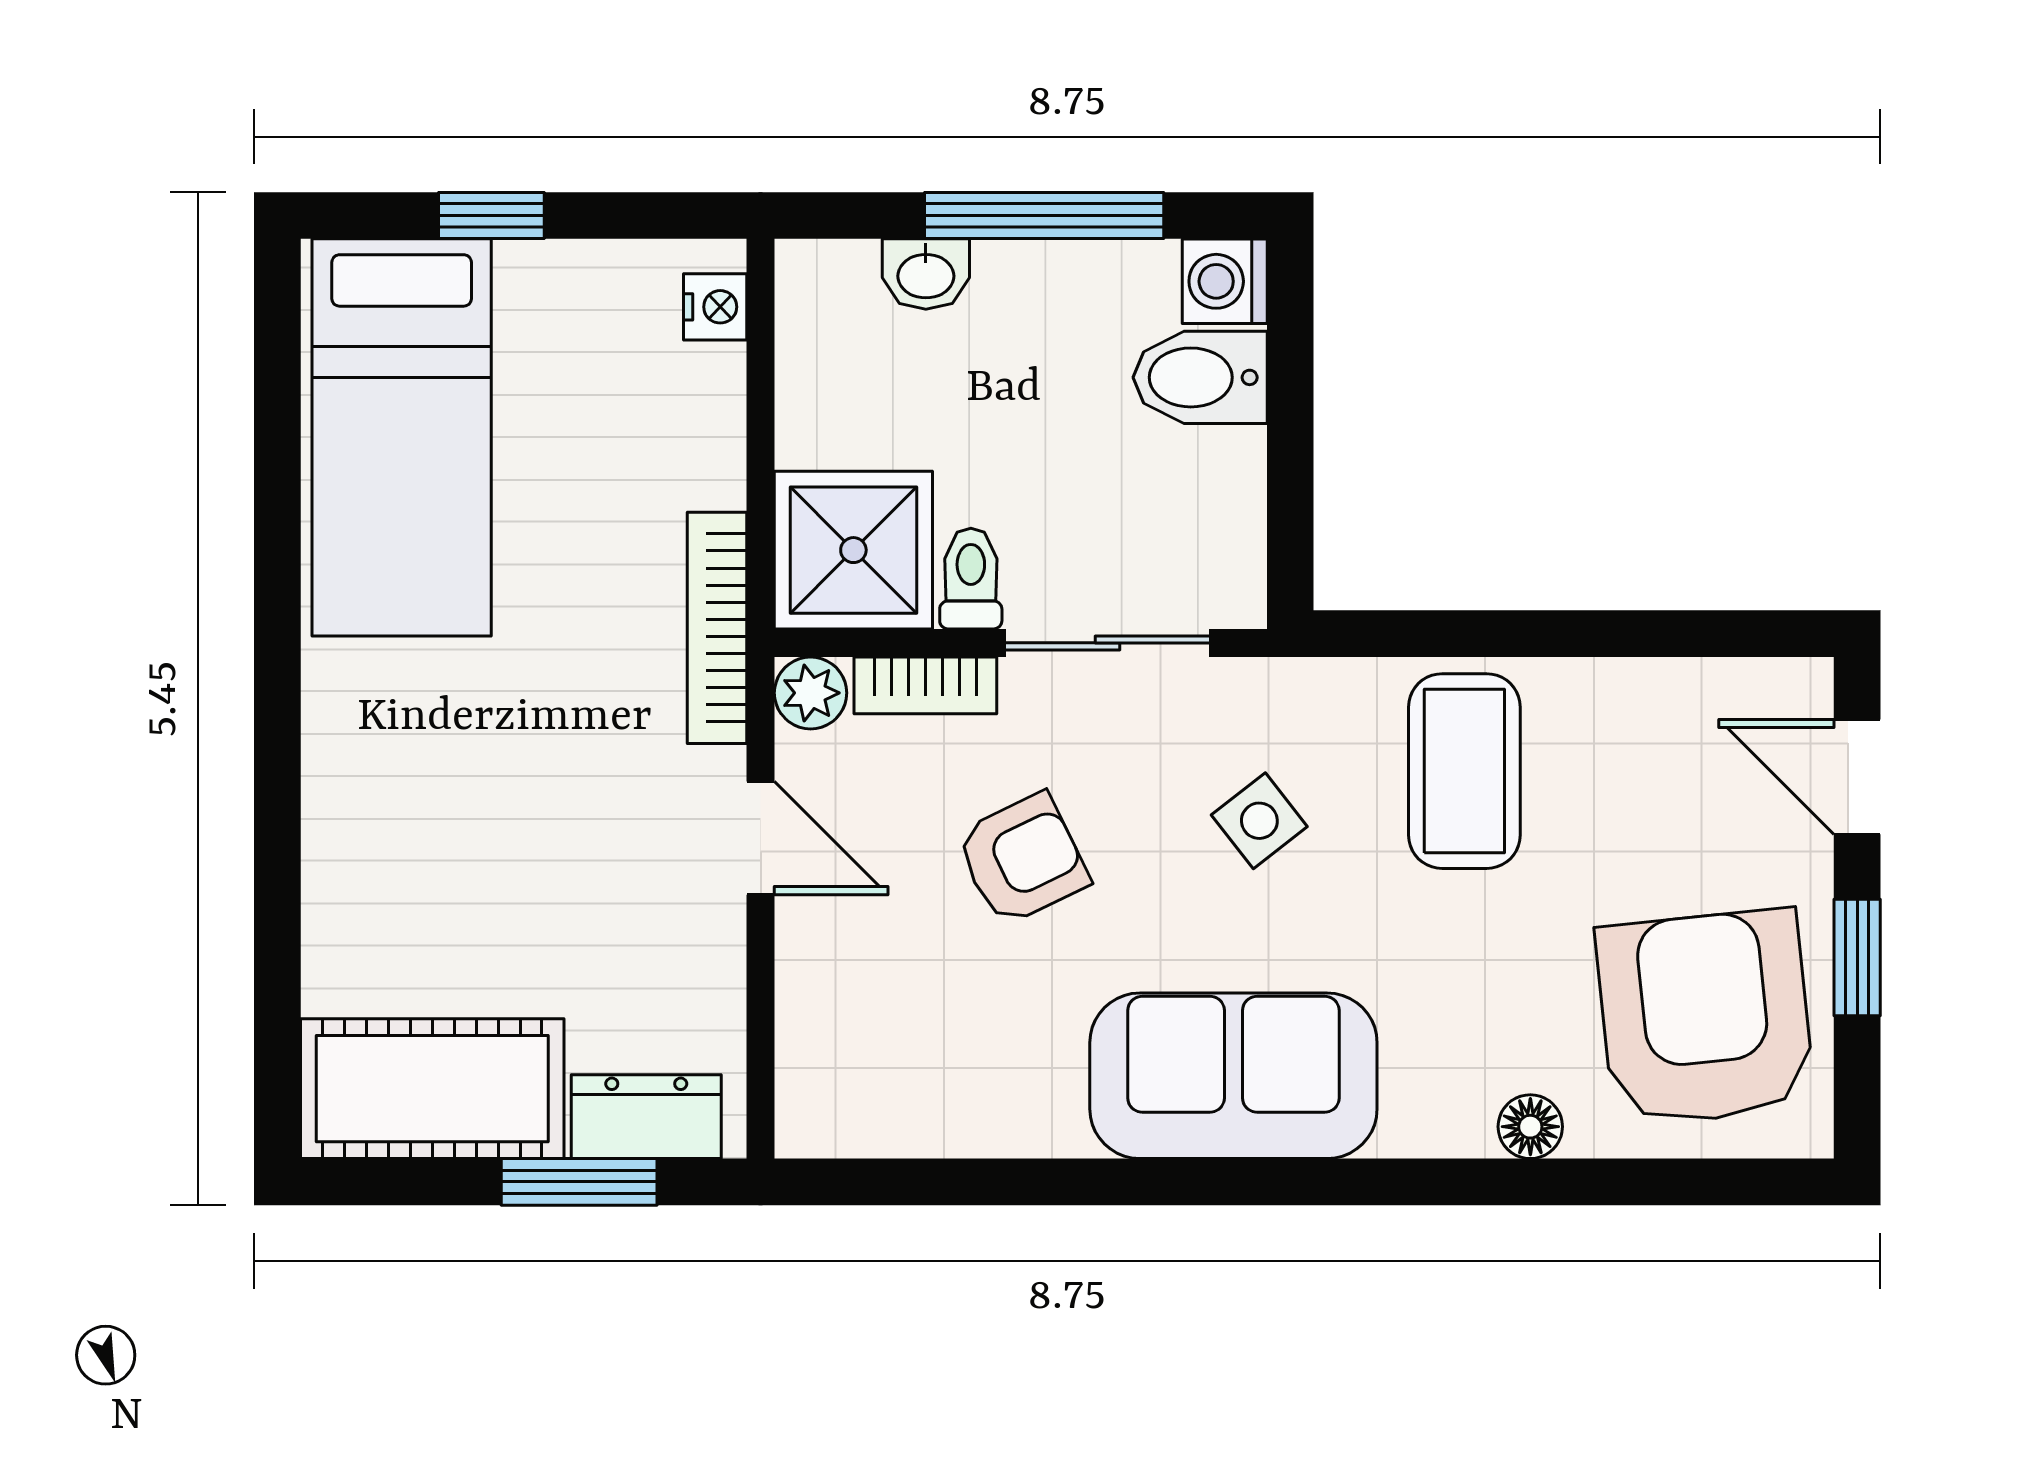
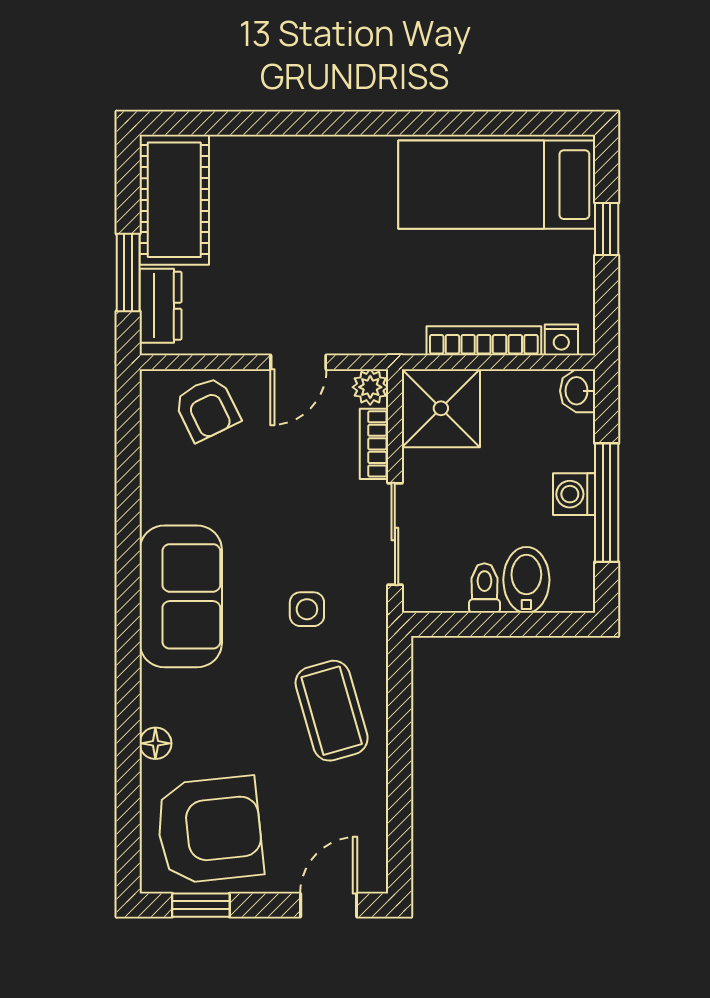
washbasin: (926, 274) -> (578, 391), moved
washing machine: (1225, 281) -> (574, 494), moved, turned -90
toilet: (971, 579) -> (484, 588), moved, turned -90
bookcase: (717, 628) -> (484, 341), moved
coffee table: (1464, 771) -> (332, 711), turned 74
side table: (1259, 821) -> (307, 609), turned 38
armchair: (1022, 859) -> (207, 409), moved
window: (1857, 958) -> (201, 905), moved

